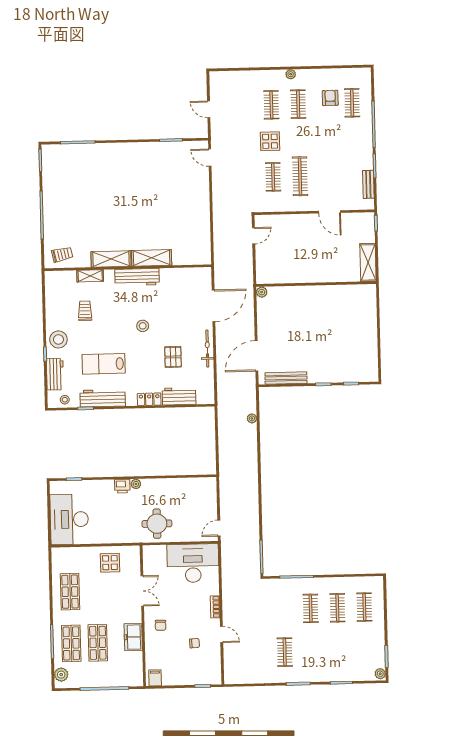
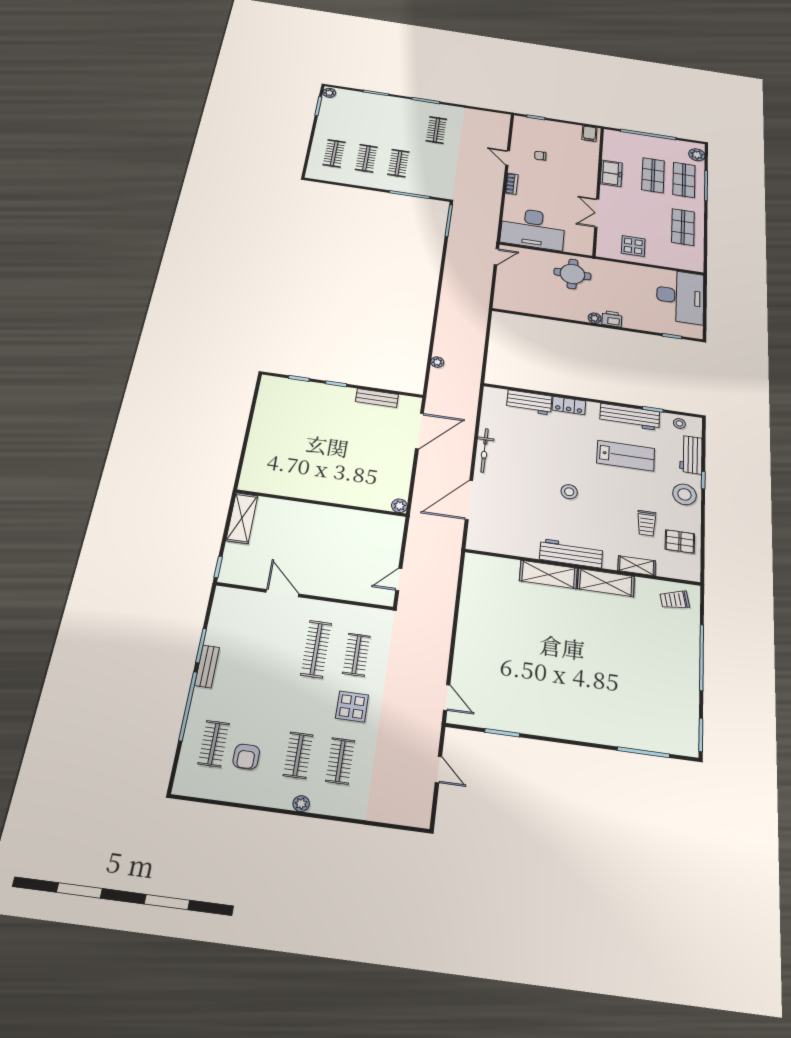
bench: (368, 184) -> (207, 666), moved
pallet: (173, 357) -> (680, 541), moved, turned 90
bench: (286, 378) -> (377, 398), width x0.73
chair: (161, 625) -> (578, 178), removed

